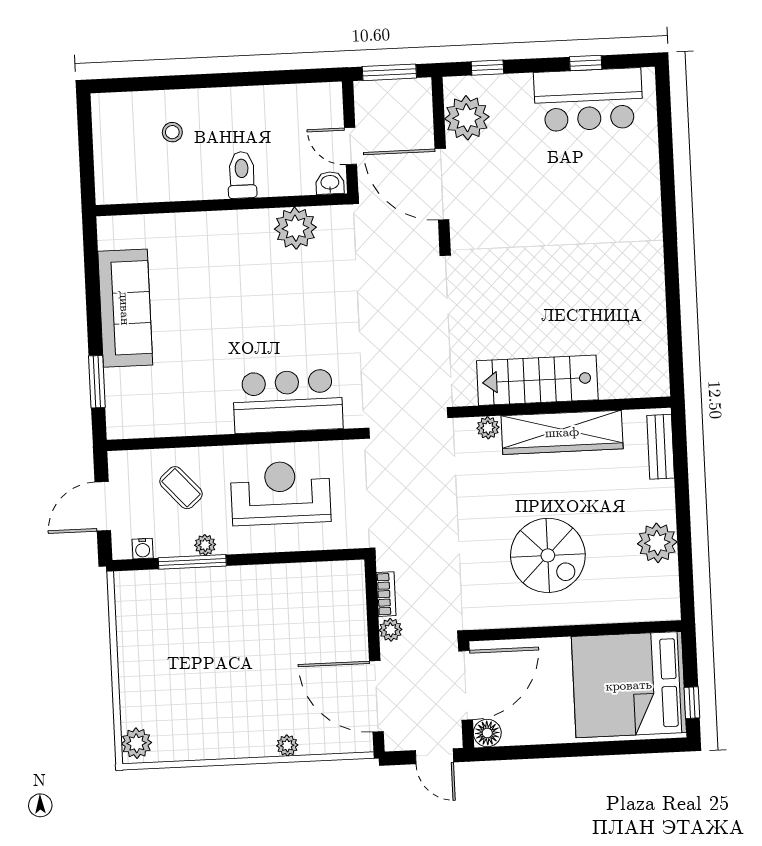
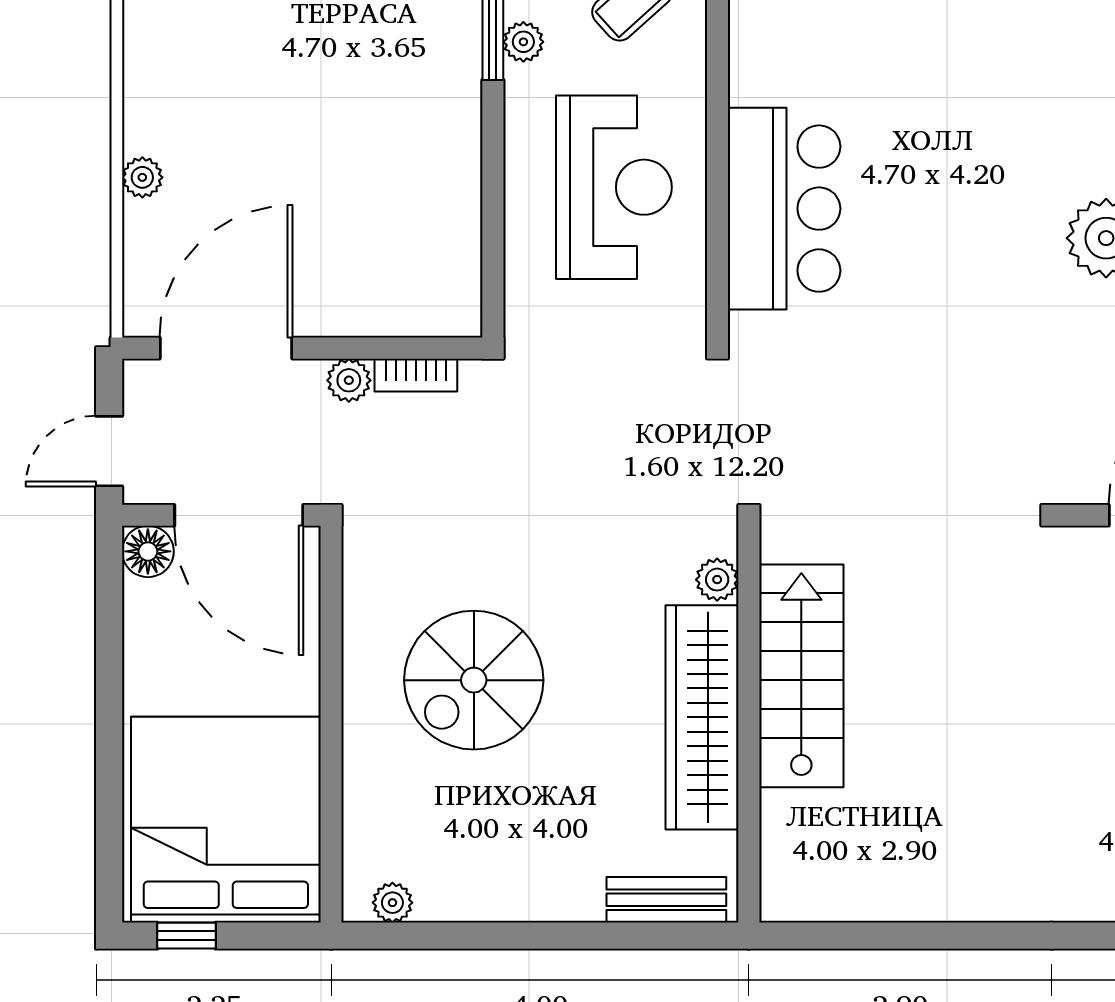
plant: (657, 543) -> (392, 903), moved, width x0.53, depth x0.53

